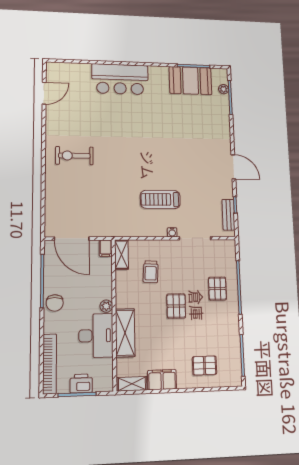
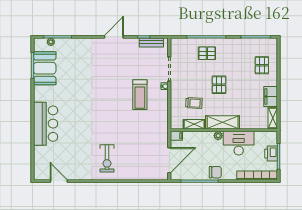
shelving: (121, 255) -> (194, 124), moved
pallet: (176, 306) -> (219, 85), turned 90
shelving: (125, 333) -> (223, 122), moved

